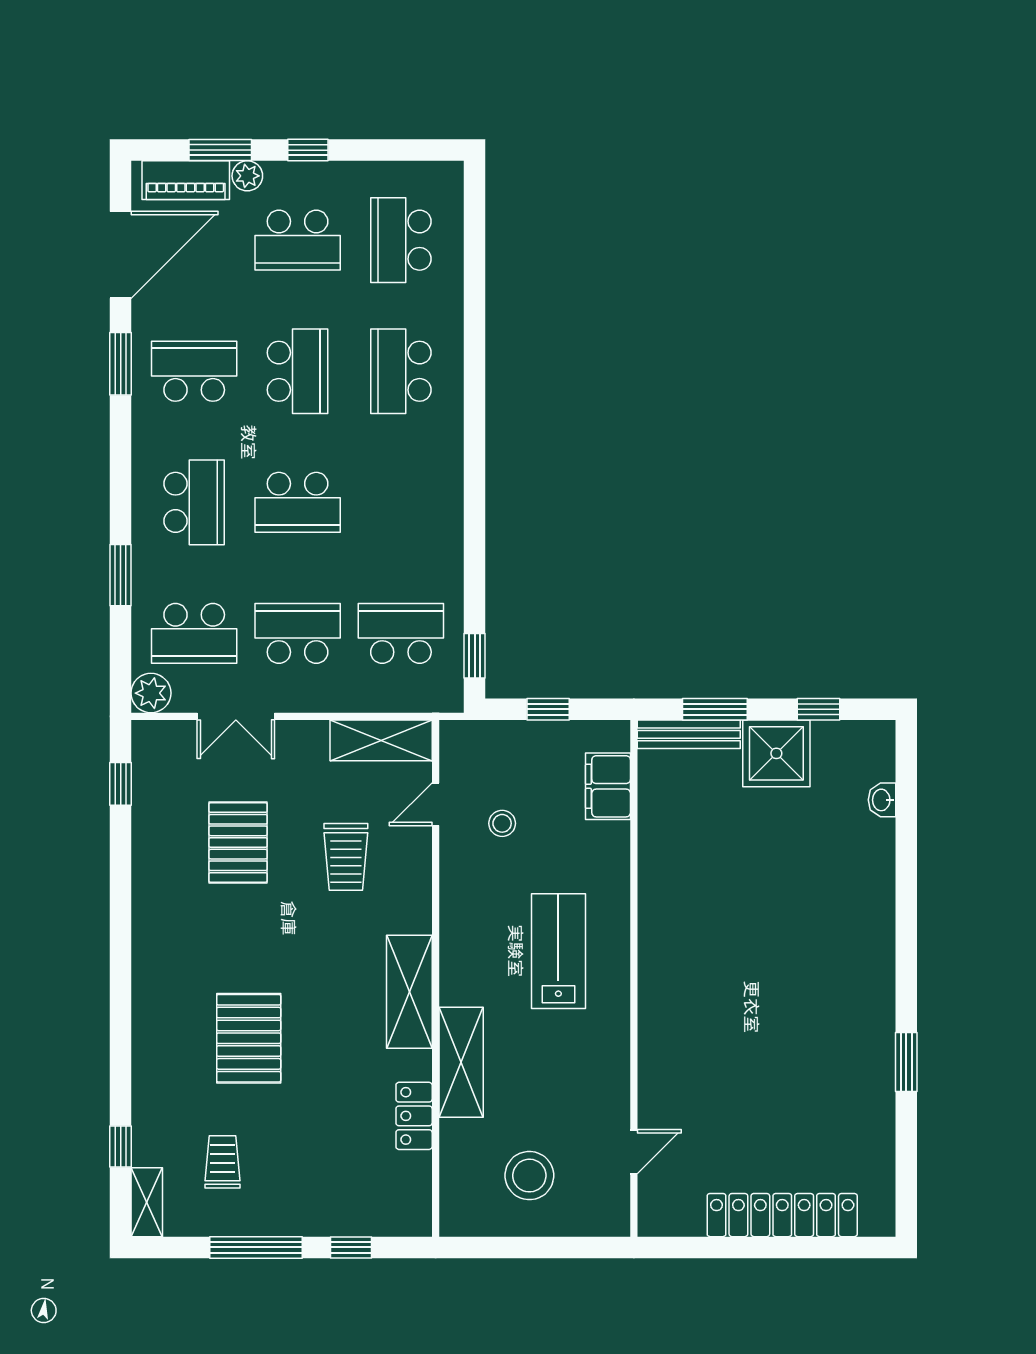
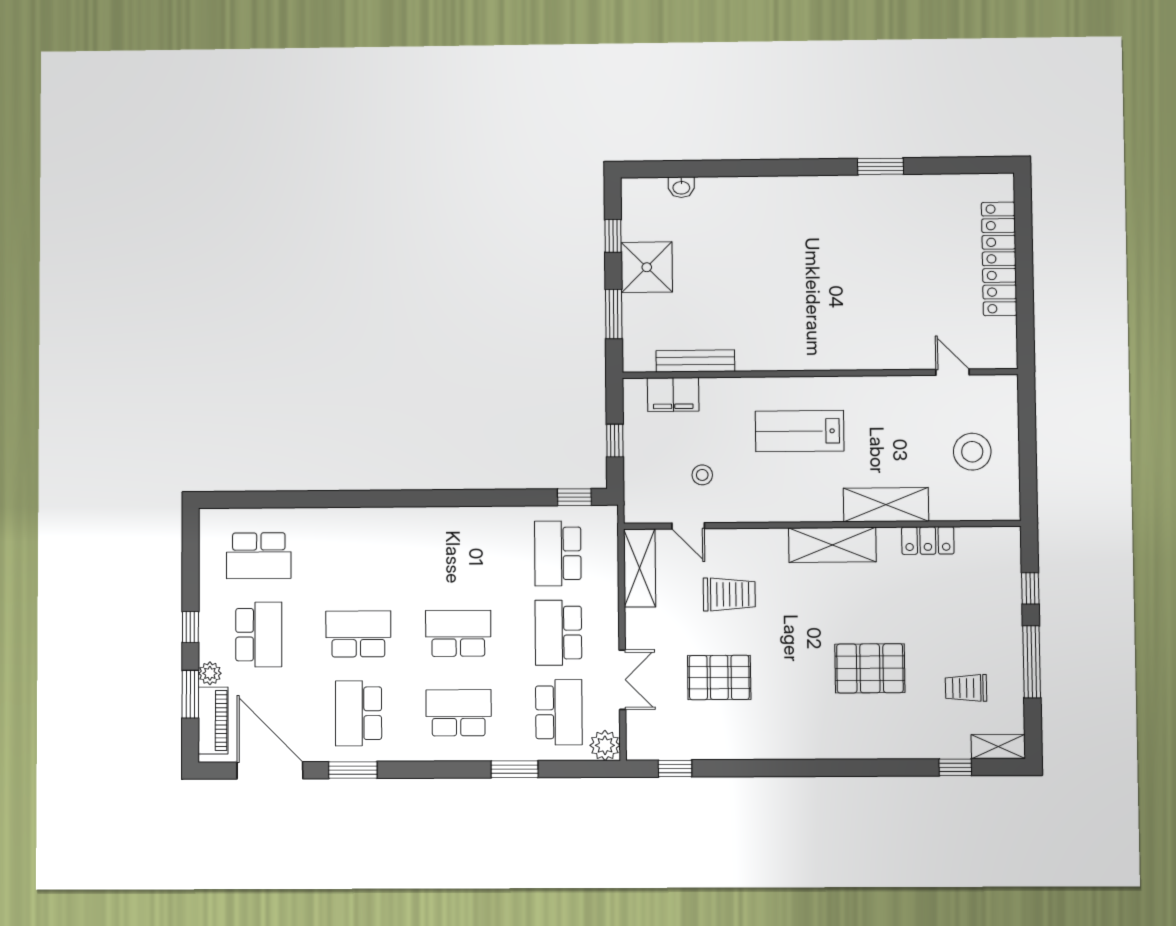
school desk: (401, 371) -> (358, 555), removed
school desk: (298, 502) -> (458, 633), turned -90
bench: (689, 734) -> (695, 361), moved, turned 90

